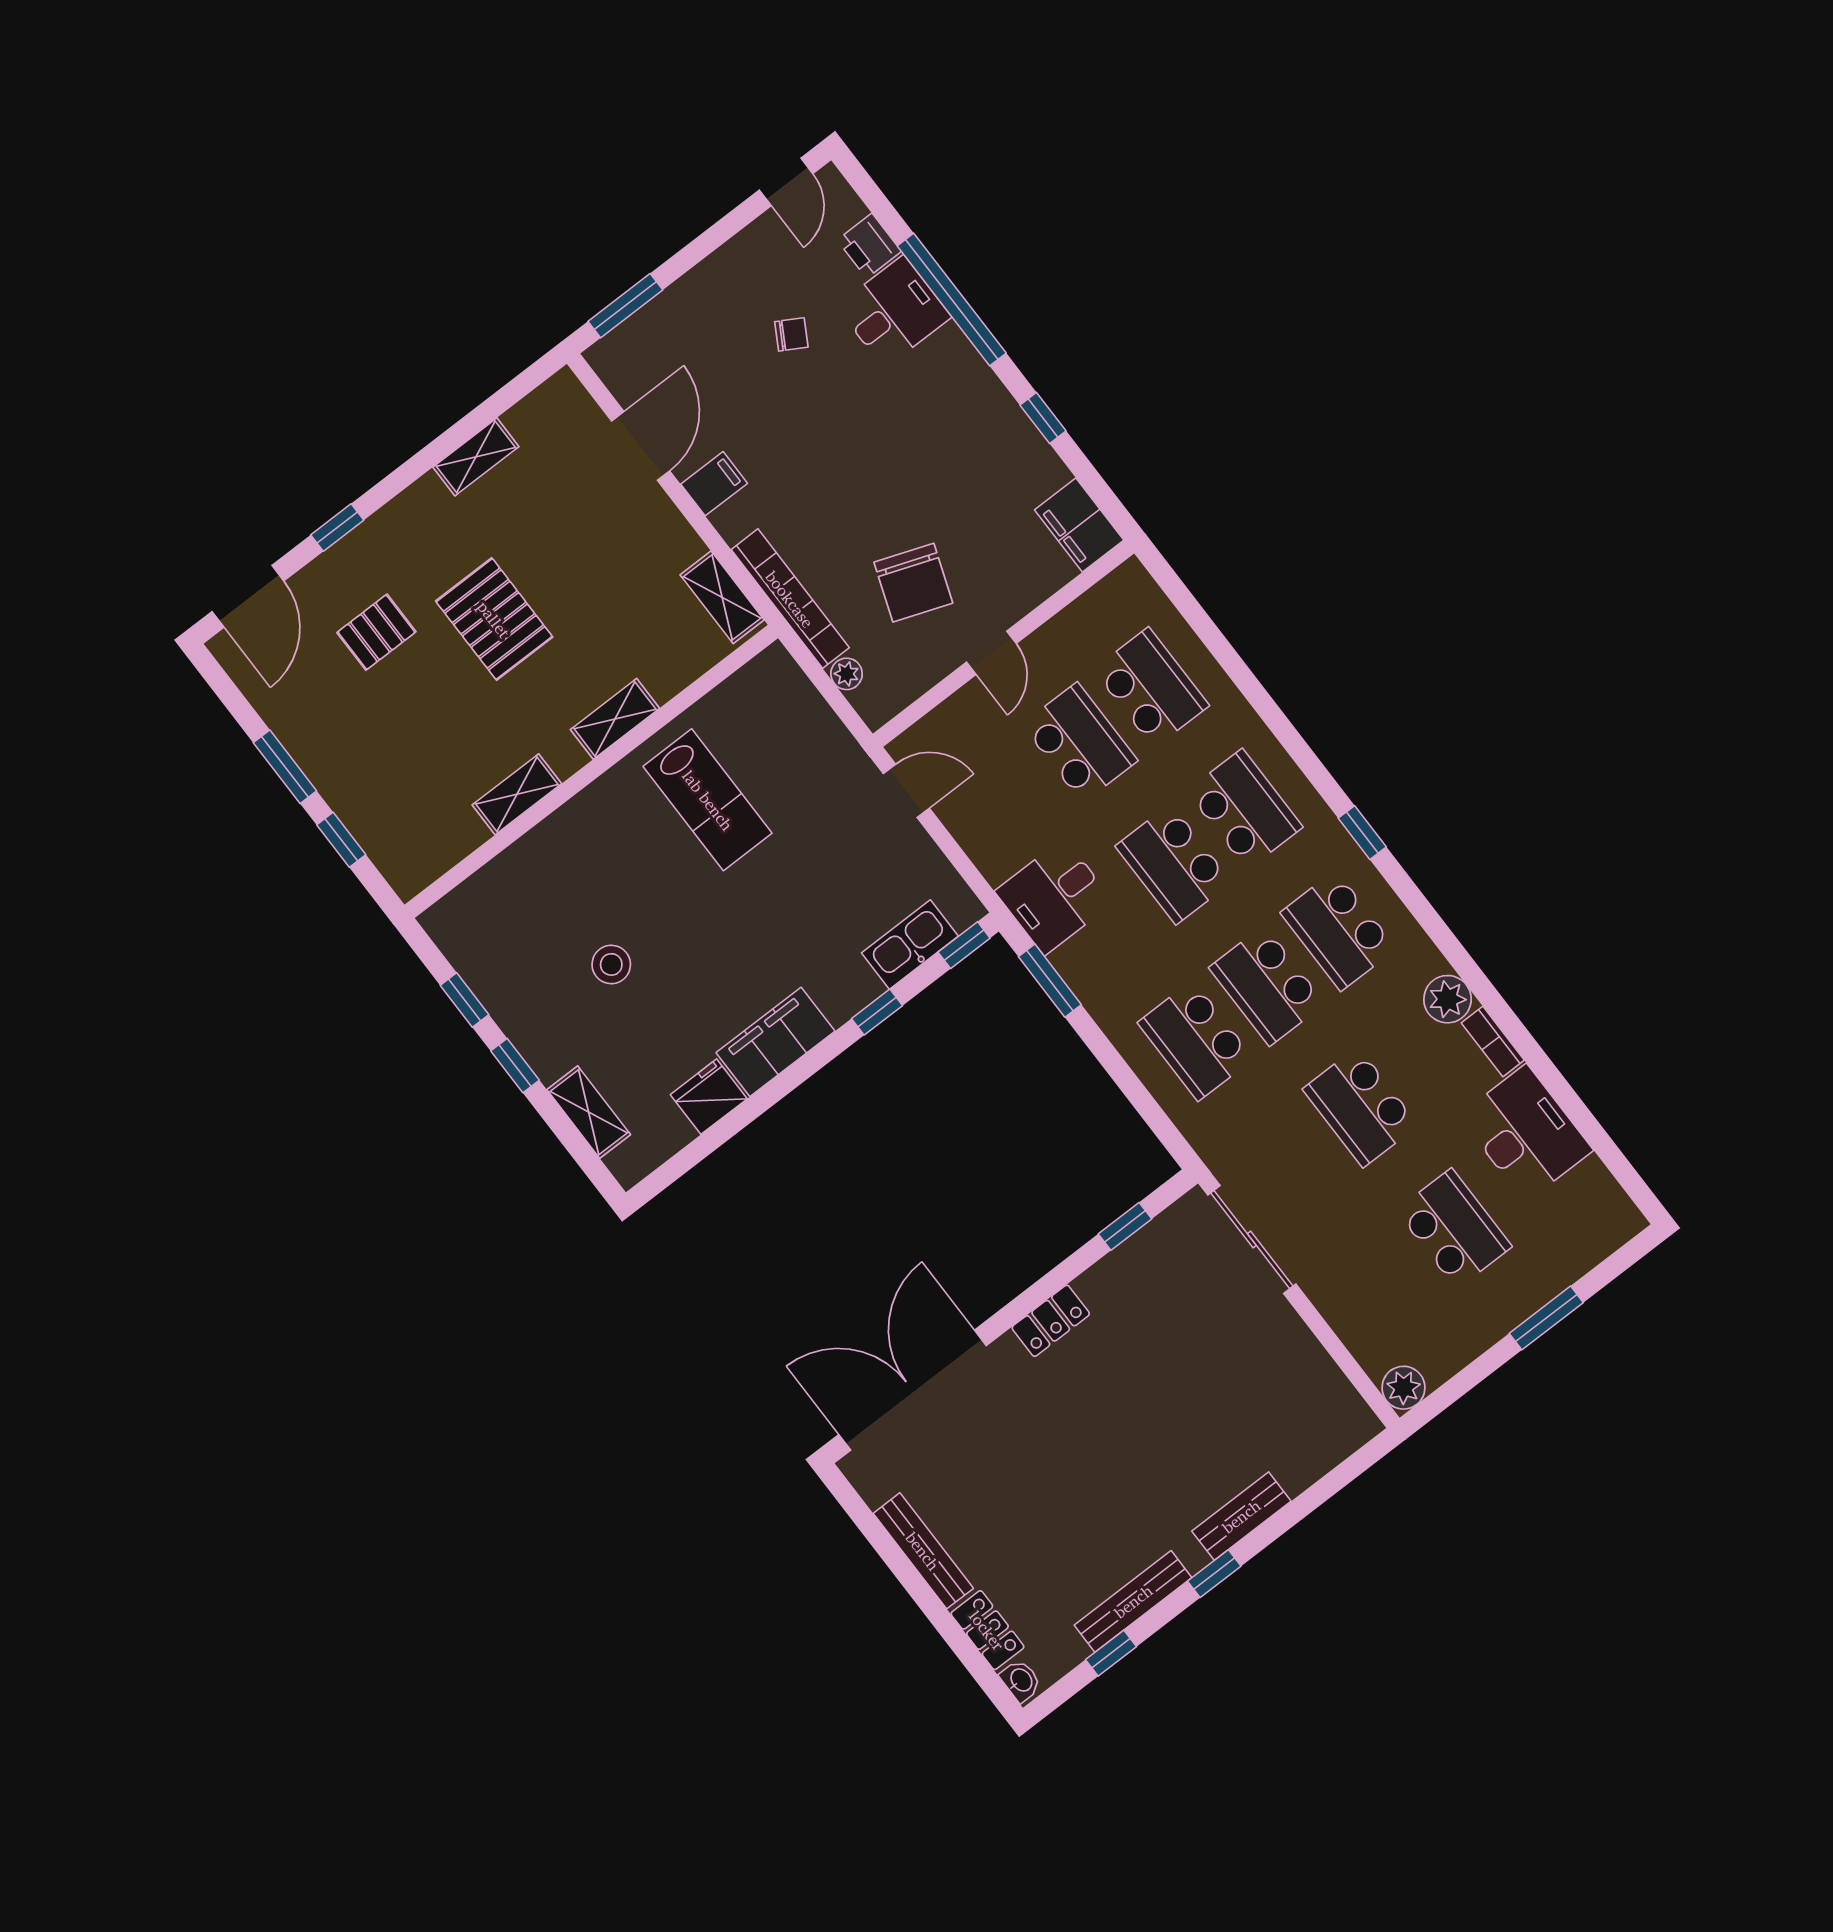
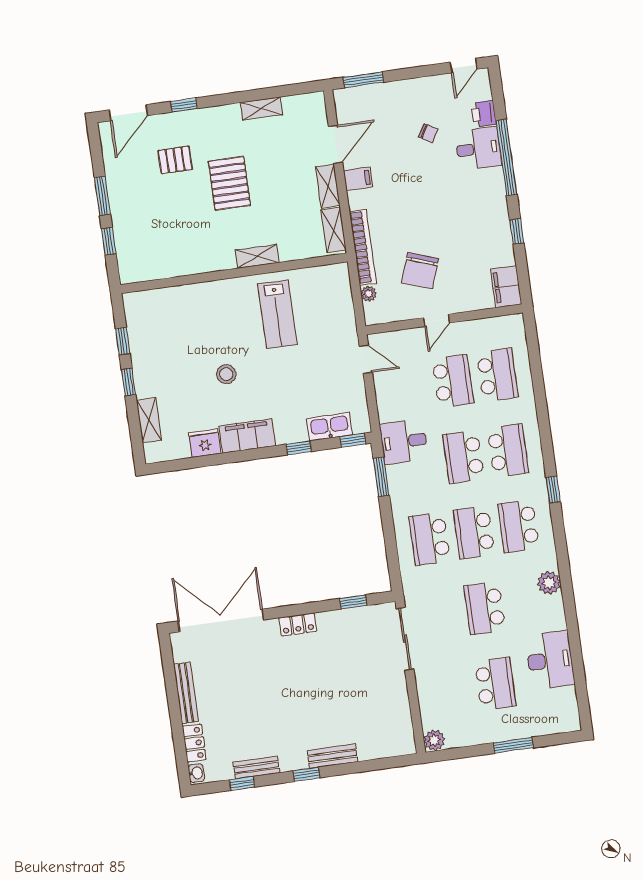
shelving: (517, 794) -> (328, 186), moved, turned 90
stool: (611, 964) -> (226, 374), moved
bookcase: (1493, 1041) -> (558, 612), removed
bench: (1133, 1601) -> (256, 768), width x0.73

